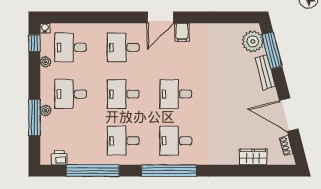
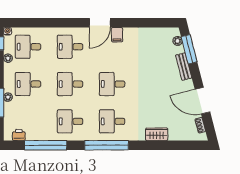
plant: (253, 41) -> (178, 41), width x0.53, depth x0.53
wardrobe: (253, 157) -> (157, 134), moved

